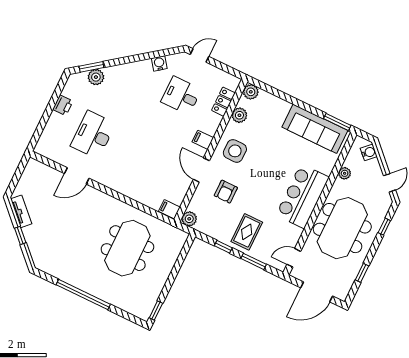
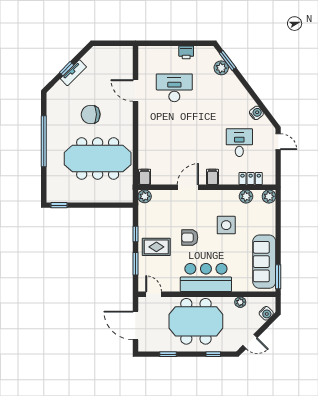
side table: (235, 151) -> (226, 225), moved
armchair: (226, 192) -> (190, 237), moved
tv unit: (21, 211) -> (73, 73), moved
chair: (79, 233) -> (91, 114), added
meeting table: (127, 248) -> (98, 159), width x1.36

